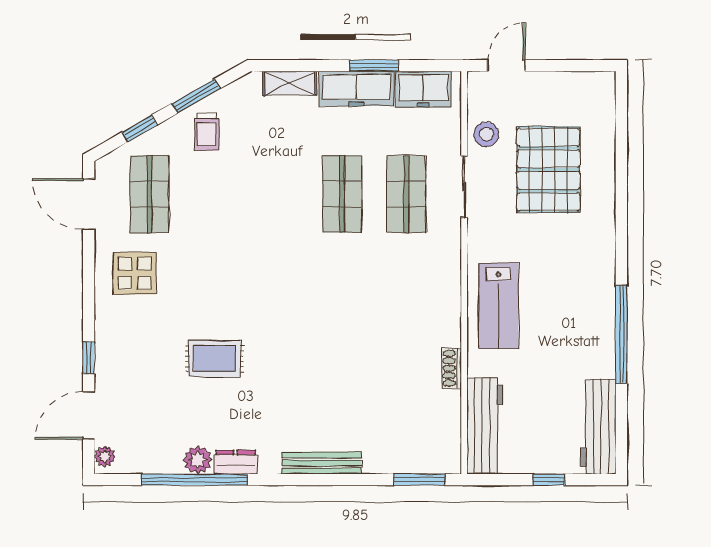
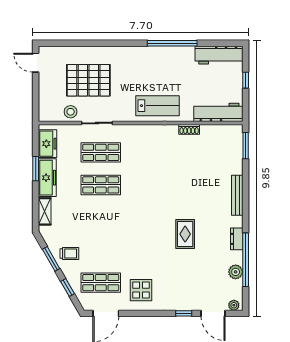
door: (506, 66) -> (36, 63), moved
rug: (215, 359) -> (185, 234), moved
plant: (198, 460) -> (236, 272), moved

